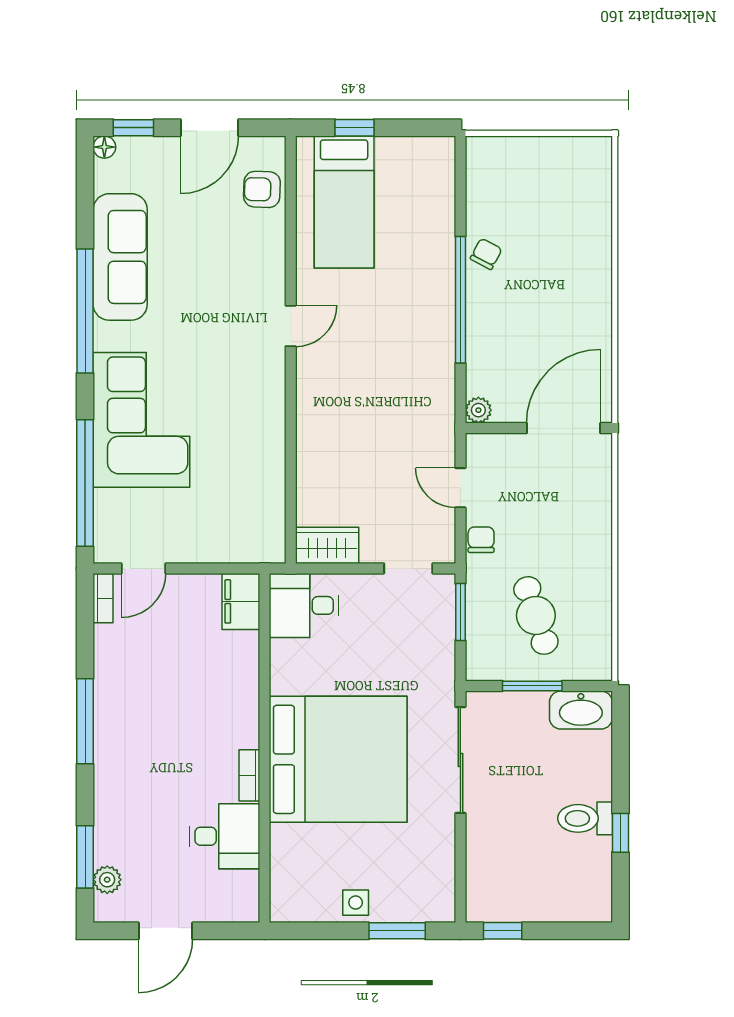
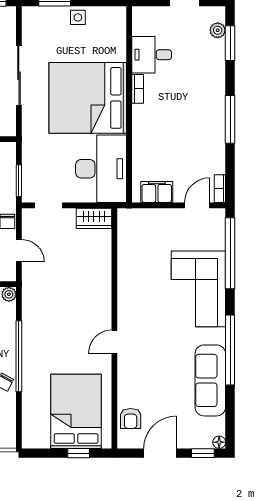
armchair: (262, 189) -> (131, 418), turned 88
bed: (344, 202) -> (76, 411), width x1.50
filing cabinet: (241, 601) -> (157, 192), moved, turned -90
desk: (304, 605) -> (101, 169), width x1.87, depth x1.30
sliding door: (460, 760) -> (19, 76), moved

